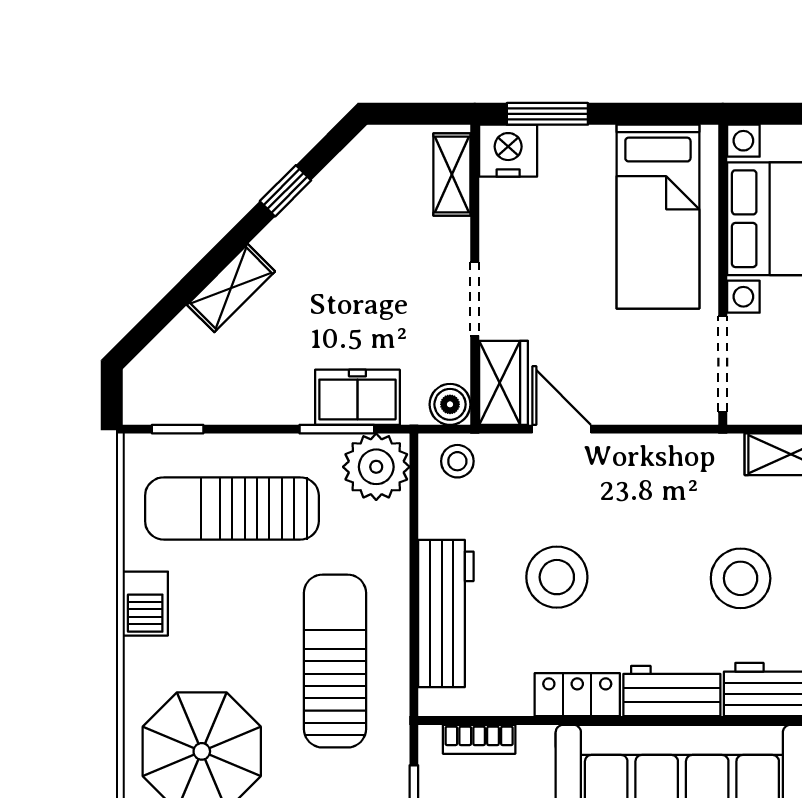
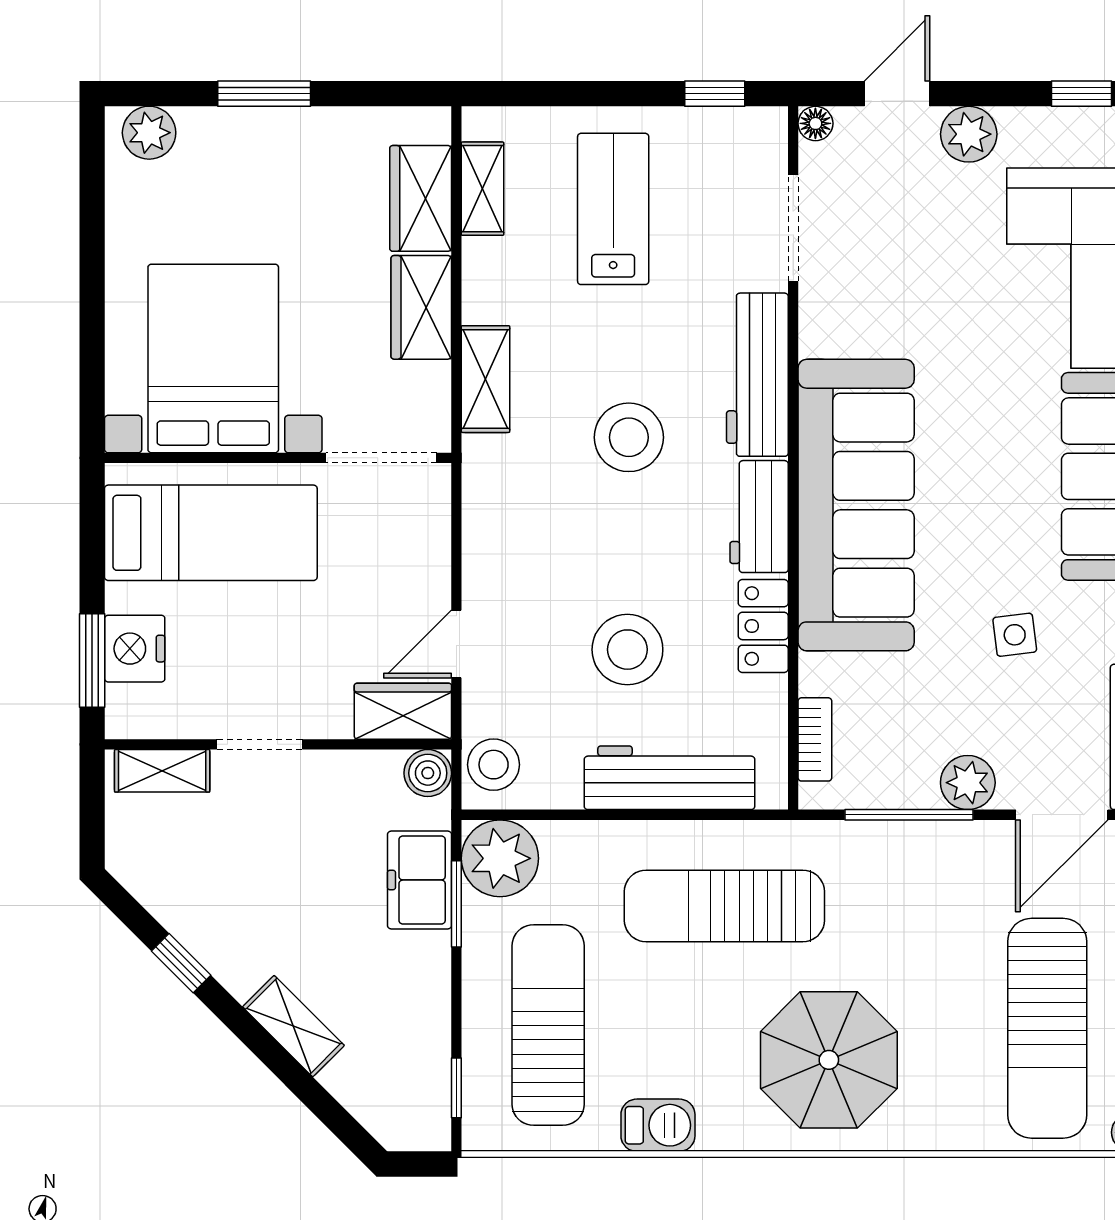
nightstand: (508, 151) -> (135, 649), moved
doorway: (475, 299) -> (260, 744), moved
stool: (457, 461) -> (494, 765), width x1.37, depth x1.37
sun lounger: (232, 508) -> (548, 1025), turned 180

